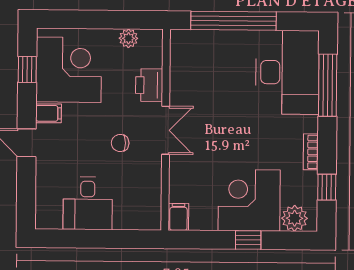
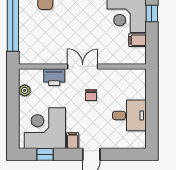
filing cabinet: (178, 217) -> (137, 40), moved

